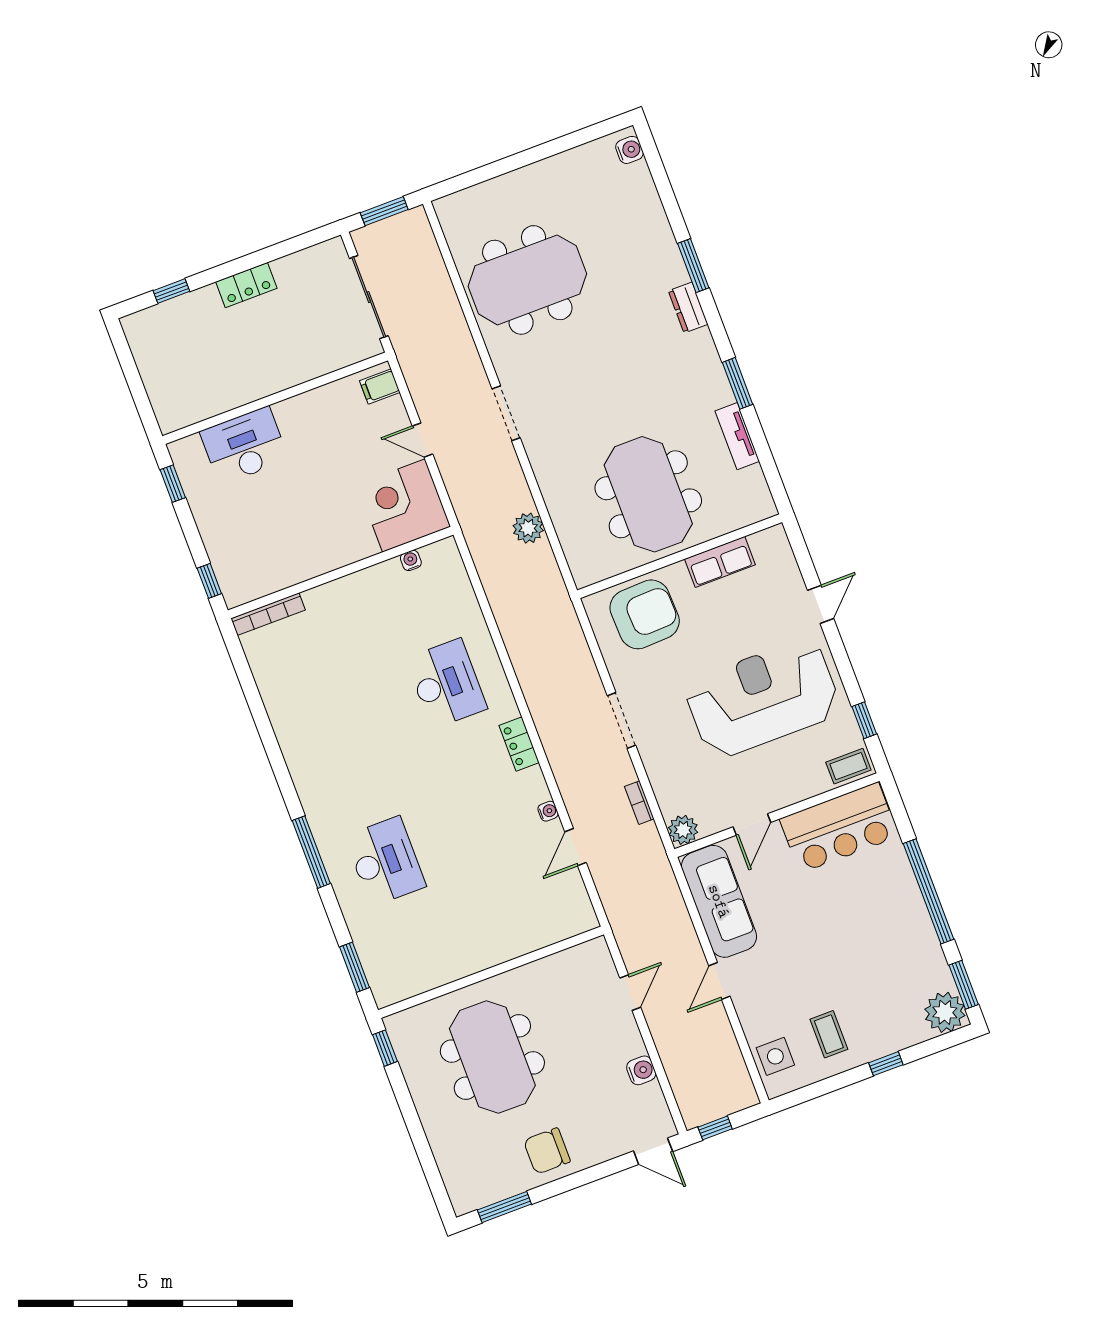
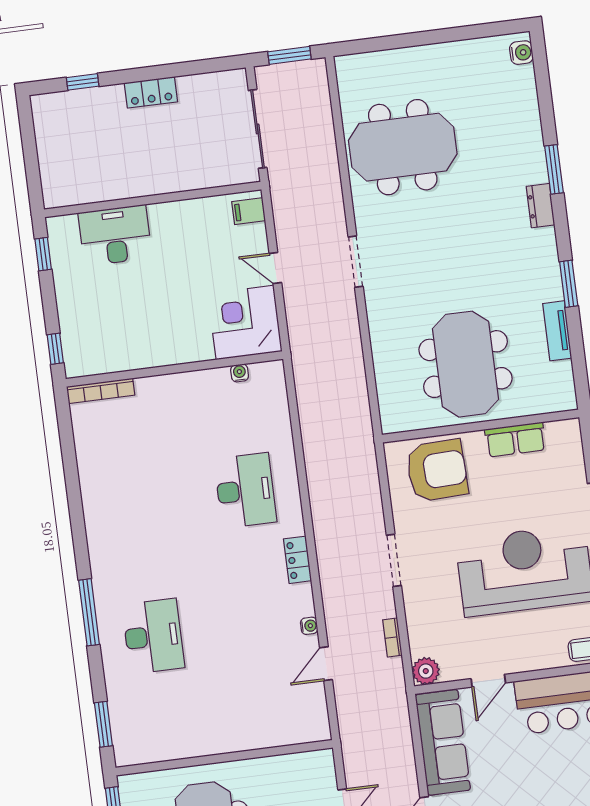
plant: (528, 528) -> (351, 369), removed

